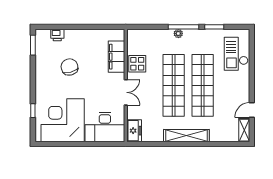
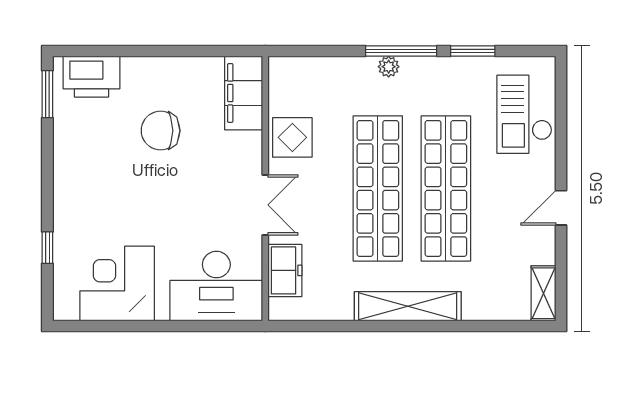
printer: (57, 35) -> (91, 77), width x1.87, depth x1.48
filing cabinet: (117, 57) -> (244, 93), moved
chair: (69, 67) -> (161, 131), moved, turned -74
door: (252, 110) -> (561, 208), moved
corner desk: (63, 120) -> (117, 283), width x0.74, depth x0.74
freezer: (134, 131) -> (285, 270), moved

